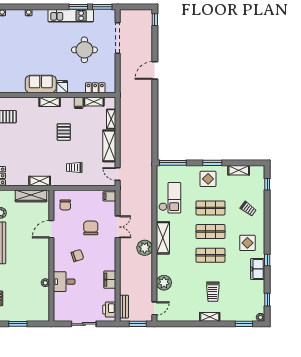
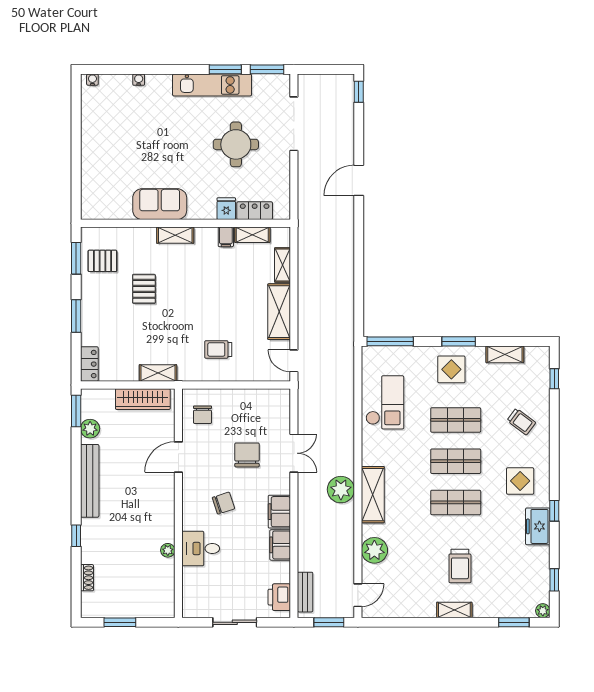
fridge: (62, 87) -> (226, 209), moved
pallet: (64, 132) -> (144, 289), moved
filing cabinet: (109, 196) -> (279, 512), moved, width x2.00
shelving: (163, 238) -> (373, 495), moved

